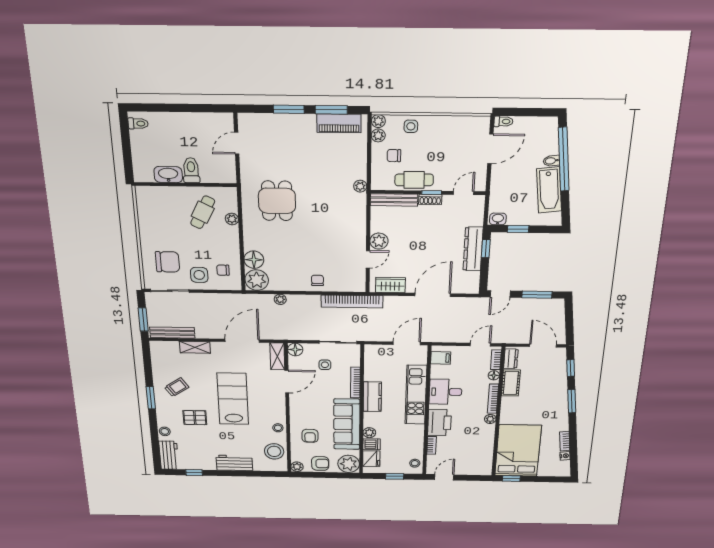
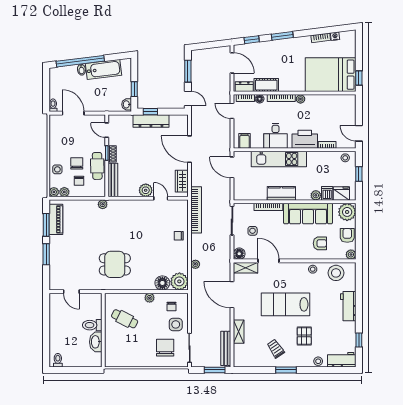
chair: (419, 153) -> (77, 163), added
plant: (232, 219) -> (150, 298), moved
door: (543, 346) -> (232, 63), swing flipped

